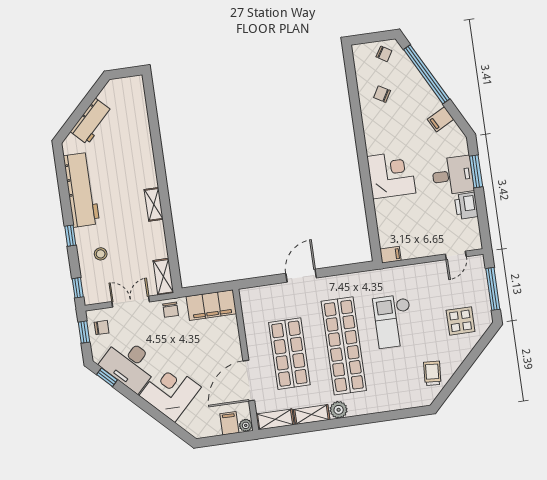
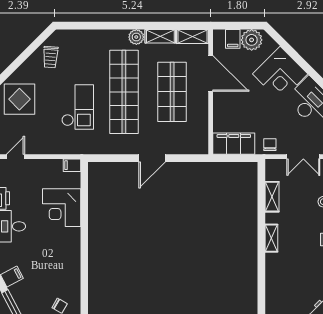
corner desk: (391, 175) -> (62, 208), moved
shelving: (163, 277) -> (272, 197), moved
display table: (461, 321) -> (19, 99), width x1.36, depth x1.36
door: (249, 381) -> (211, 73), hinge flipped
plant: (246, 425) -> (252, 40), moved, width x1.88, depth x1.88

